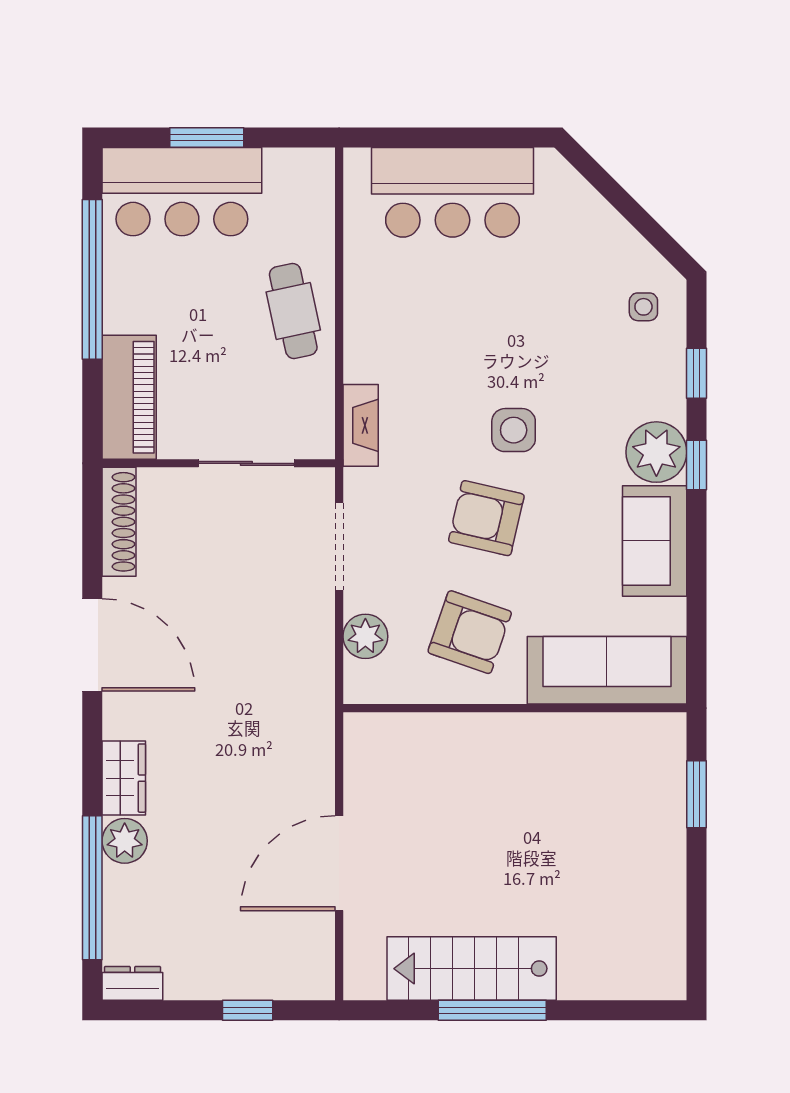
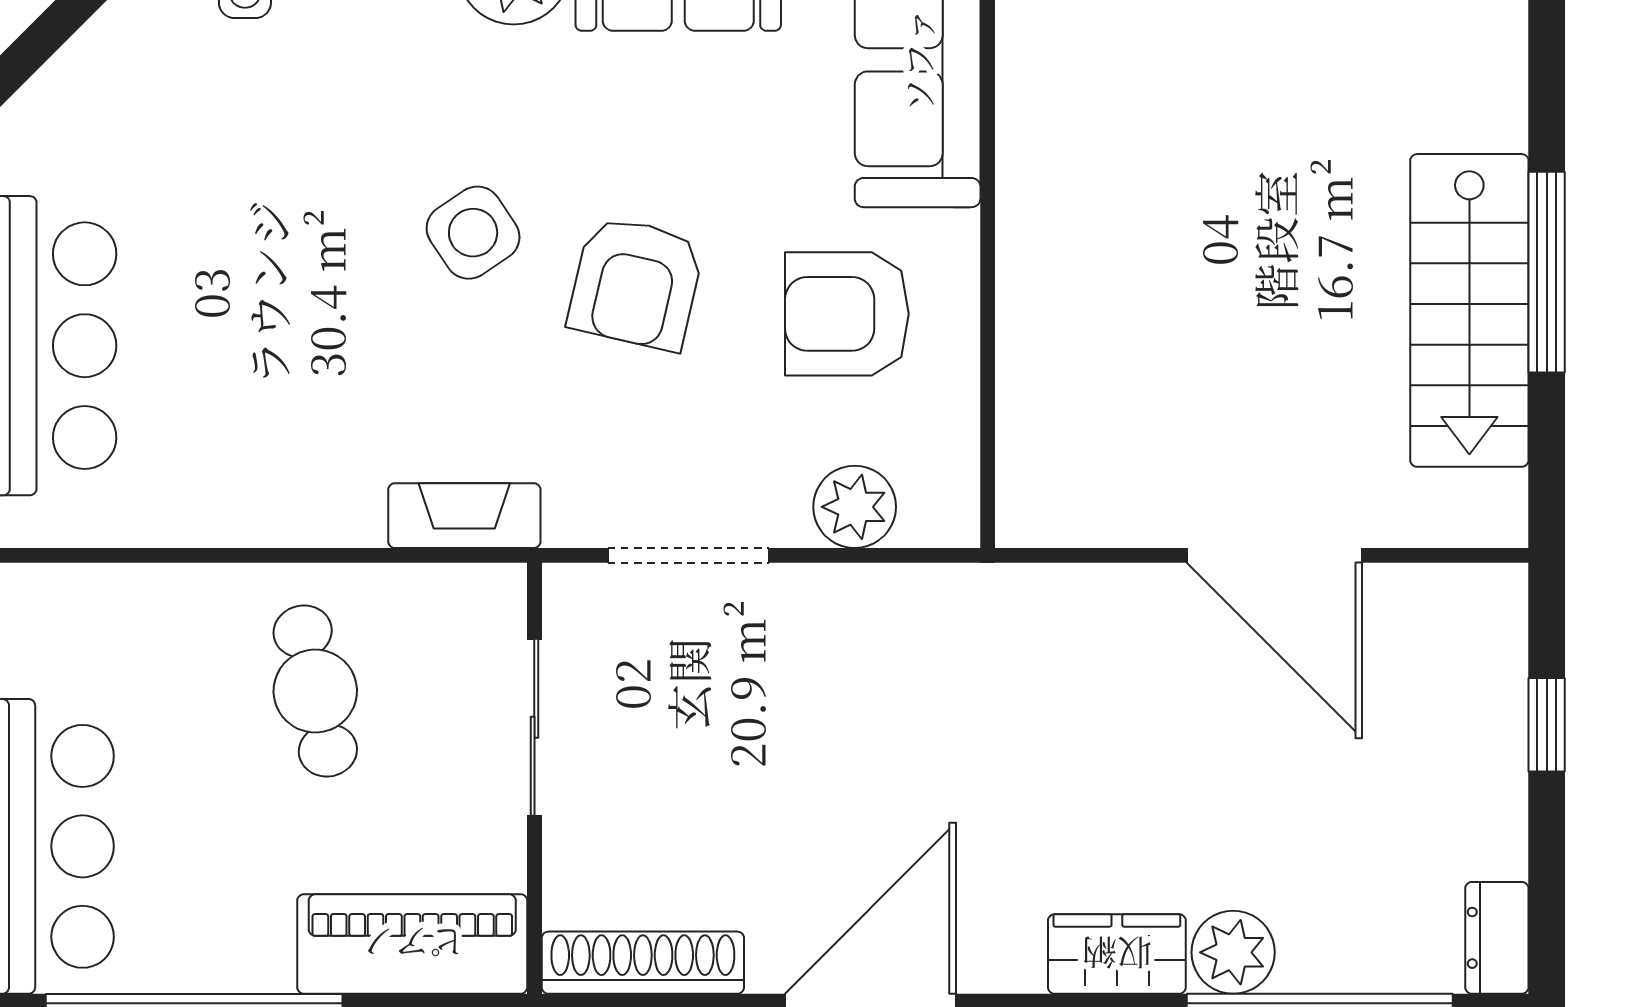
cafe table: (293, 311) -> (315, 691), moved, turned 90
side table: (514, 430) -> (473, 233), turned -34
armchair: (470, 632) -> (847, 314), turned -109

